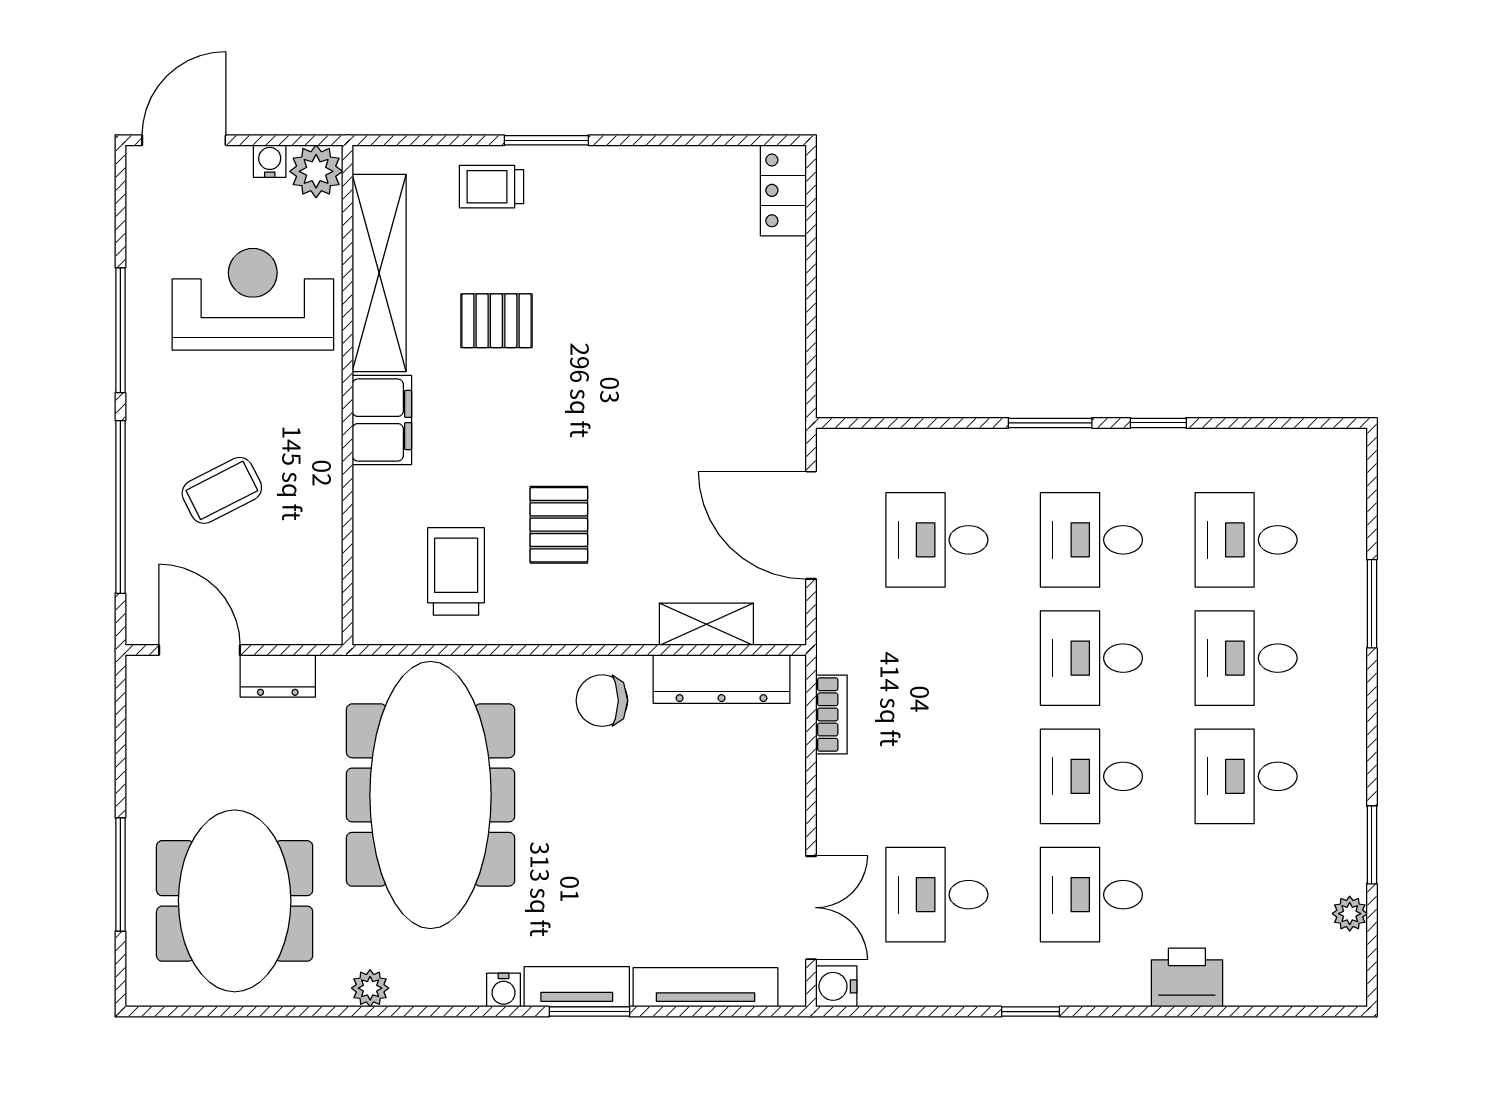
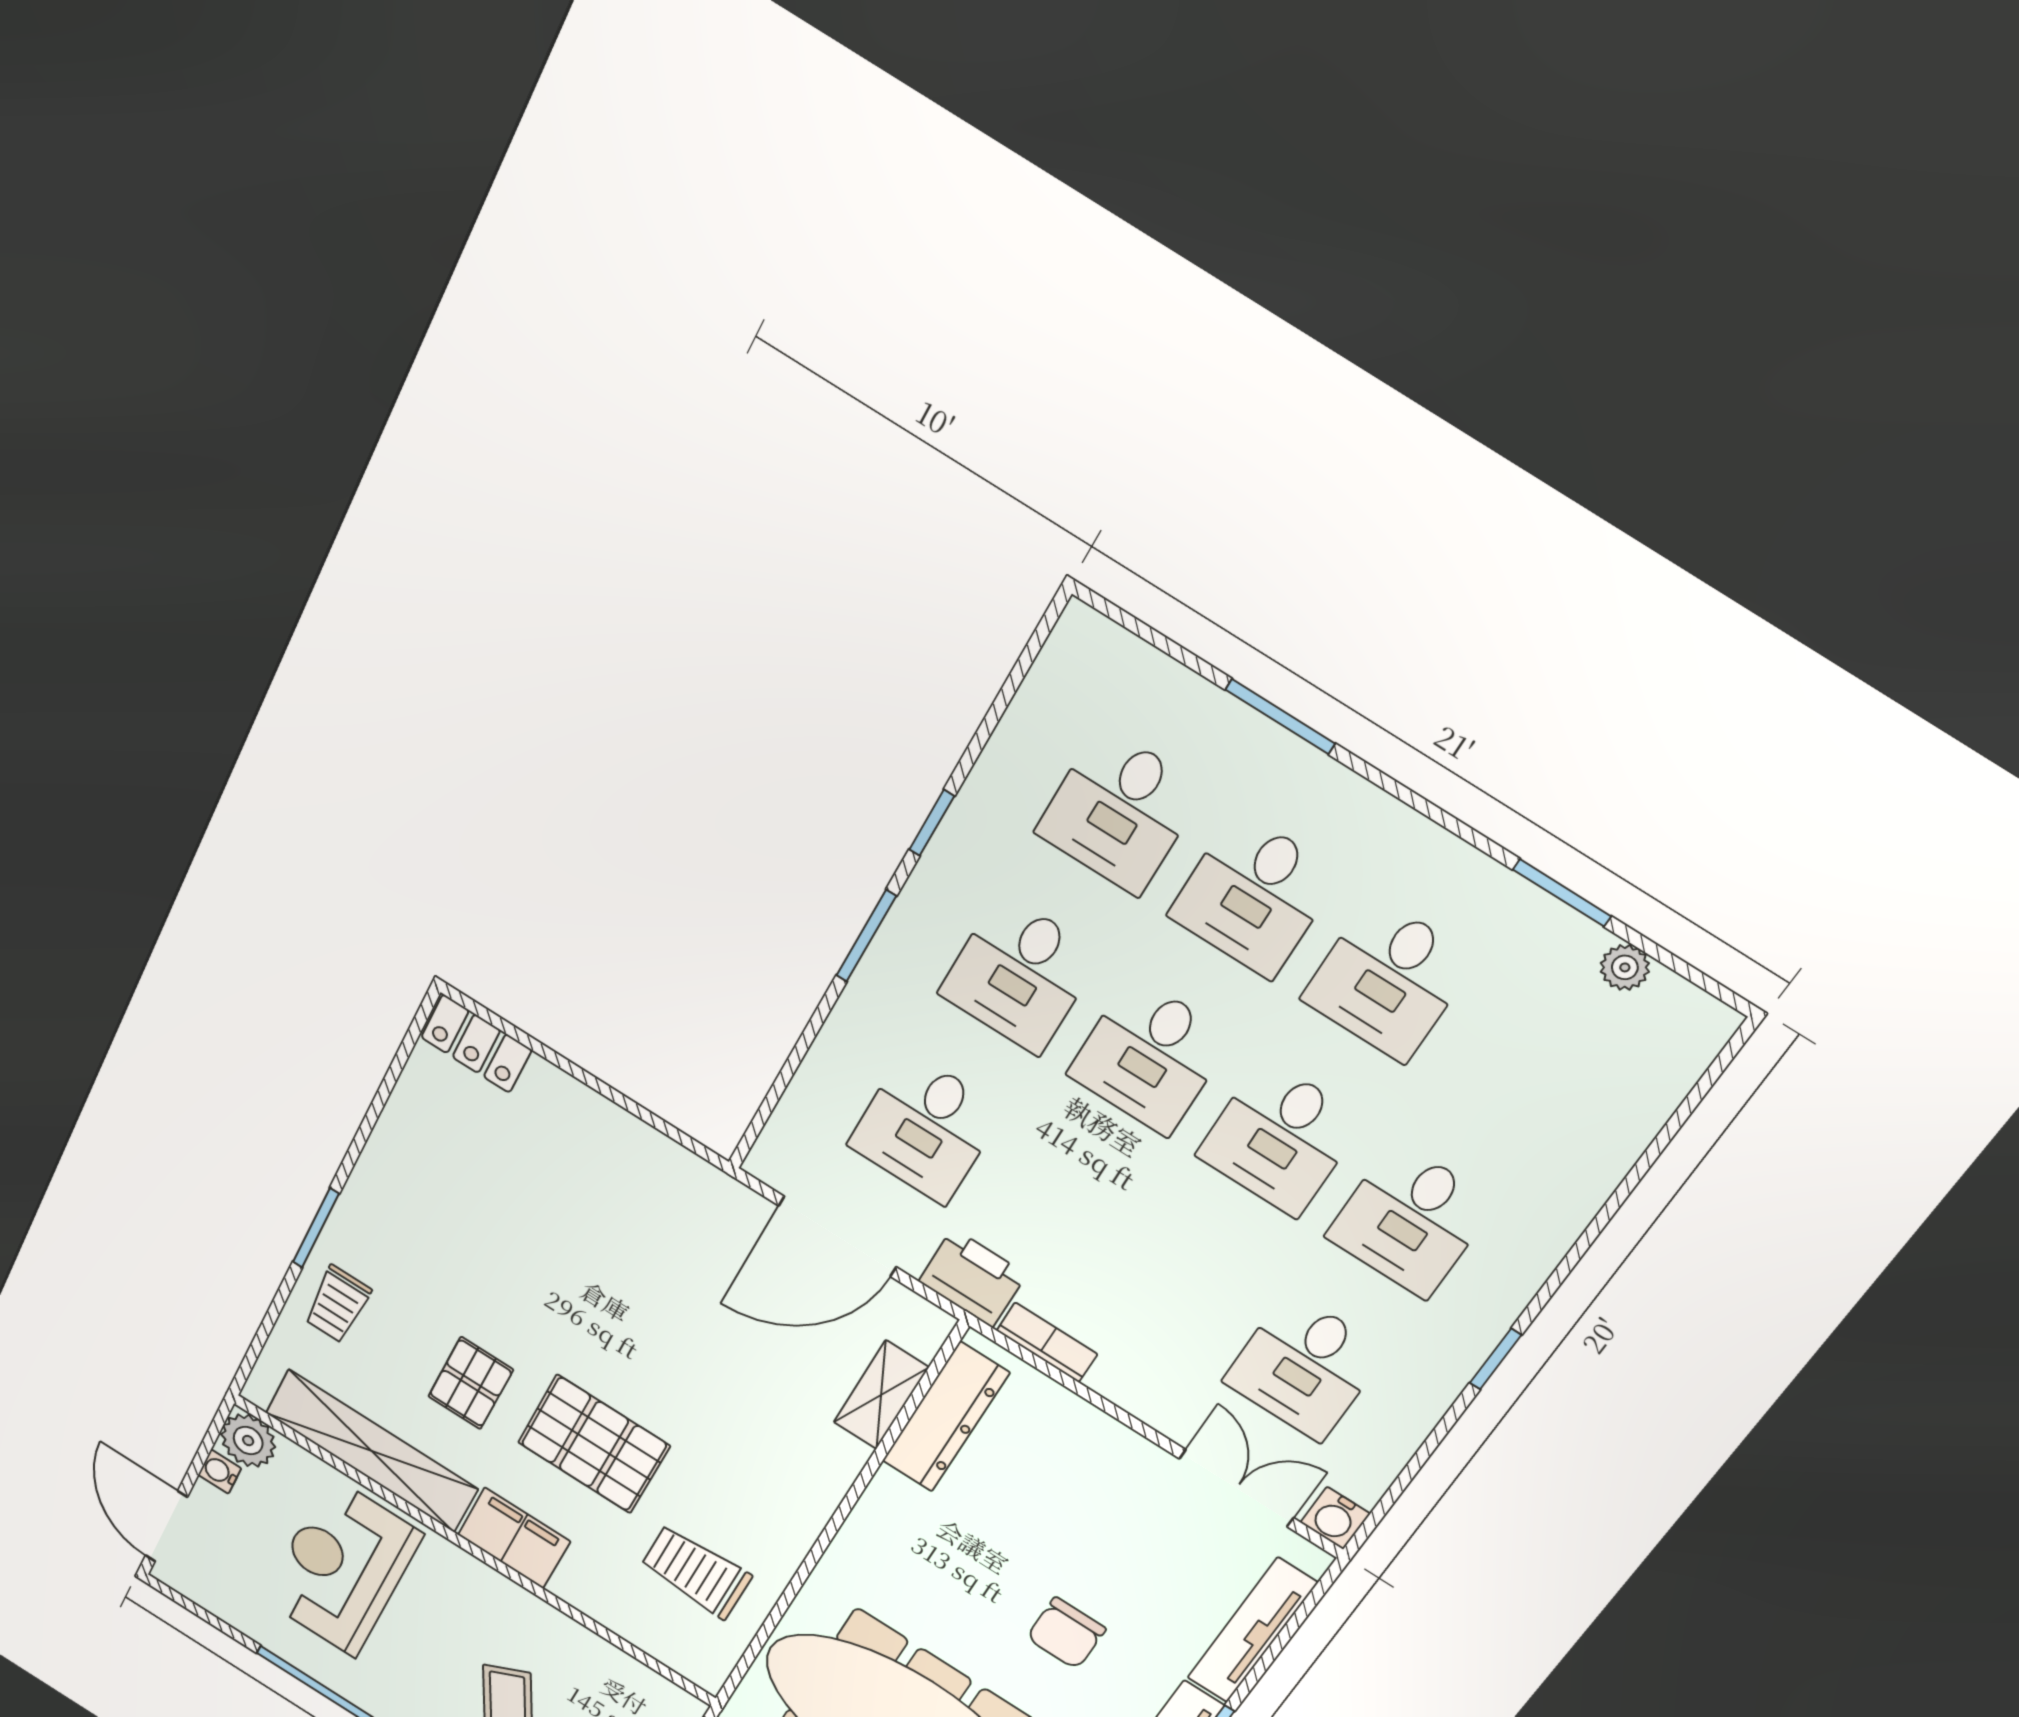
pallet: (559, 525) -> (594, 1444), moved, width x1.50, depth x1.42
chair: (602, 701) -> (1066, 1633), moved
printer: (1187, 978) -> (973, 1278), moved, turned 90

